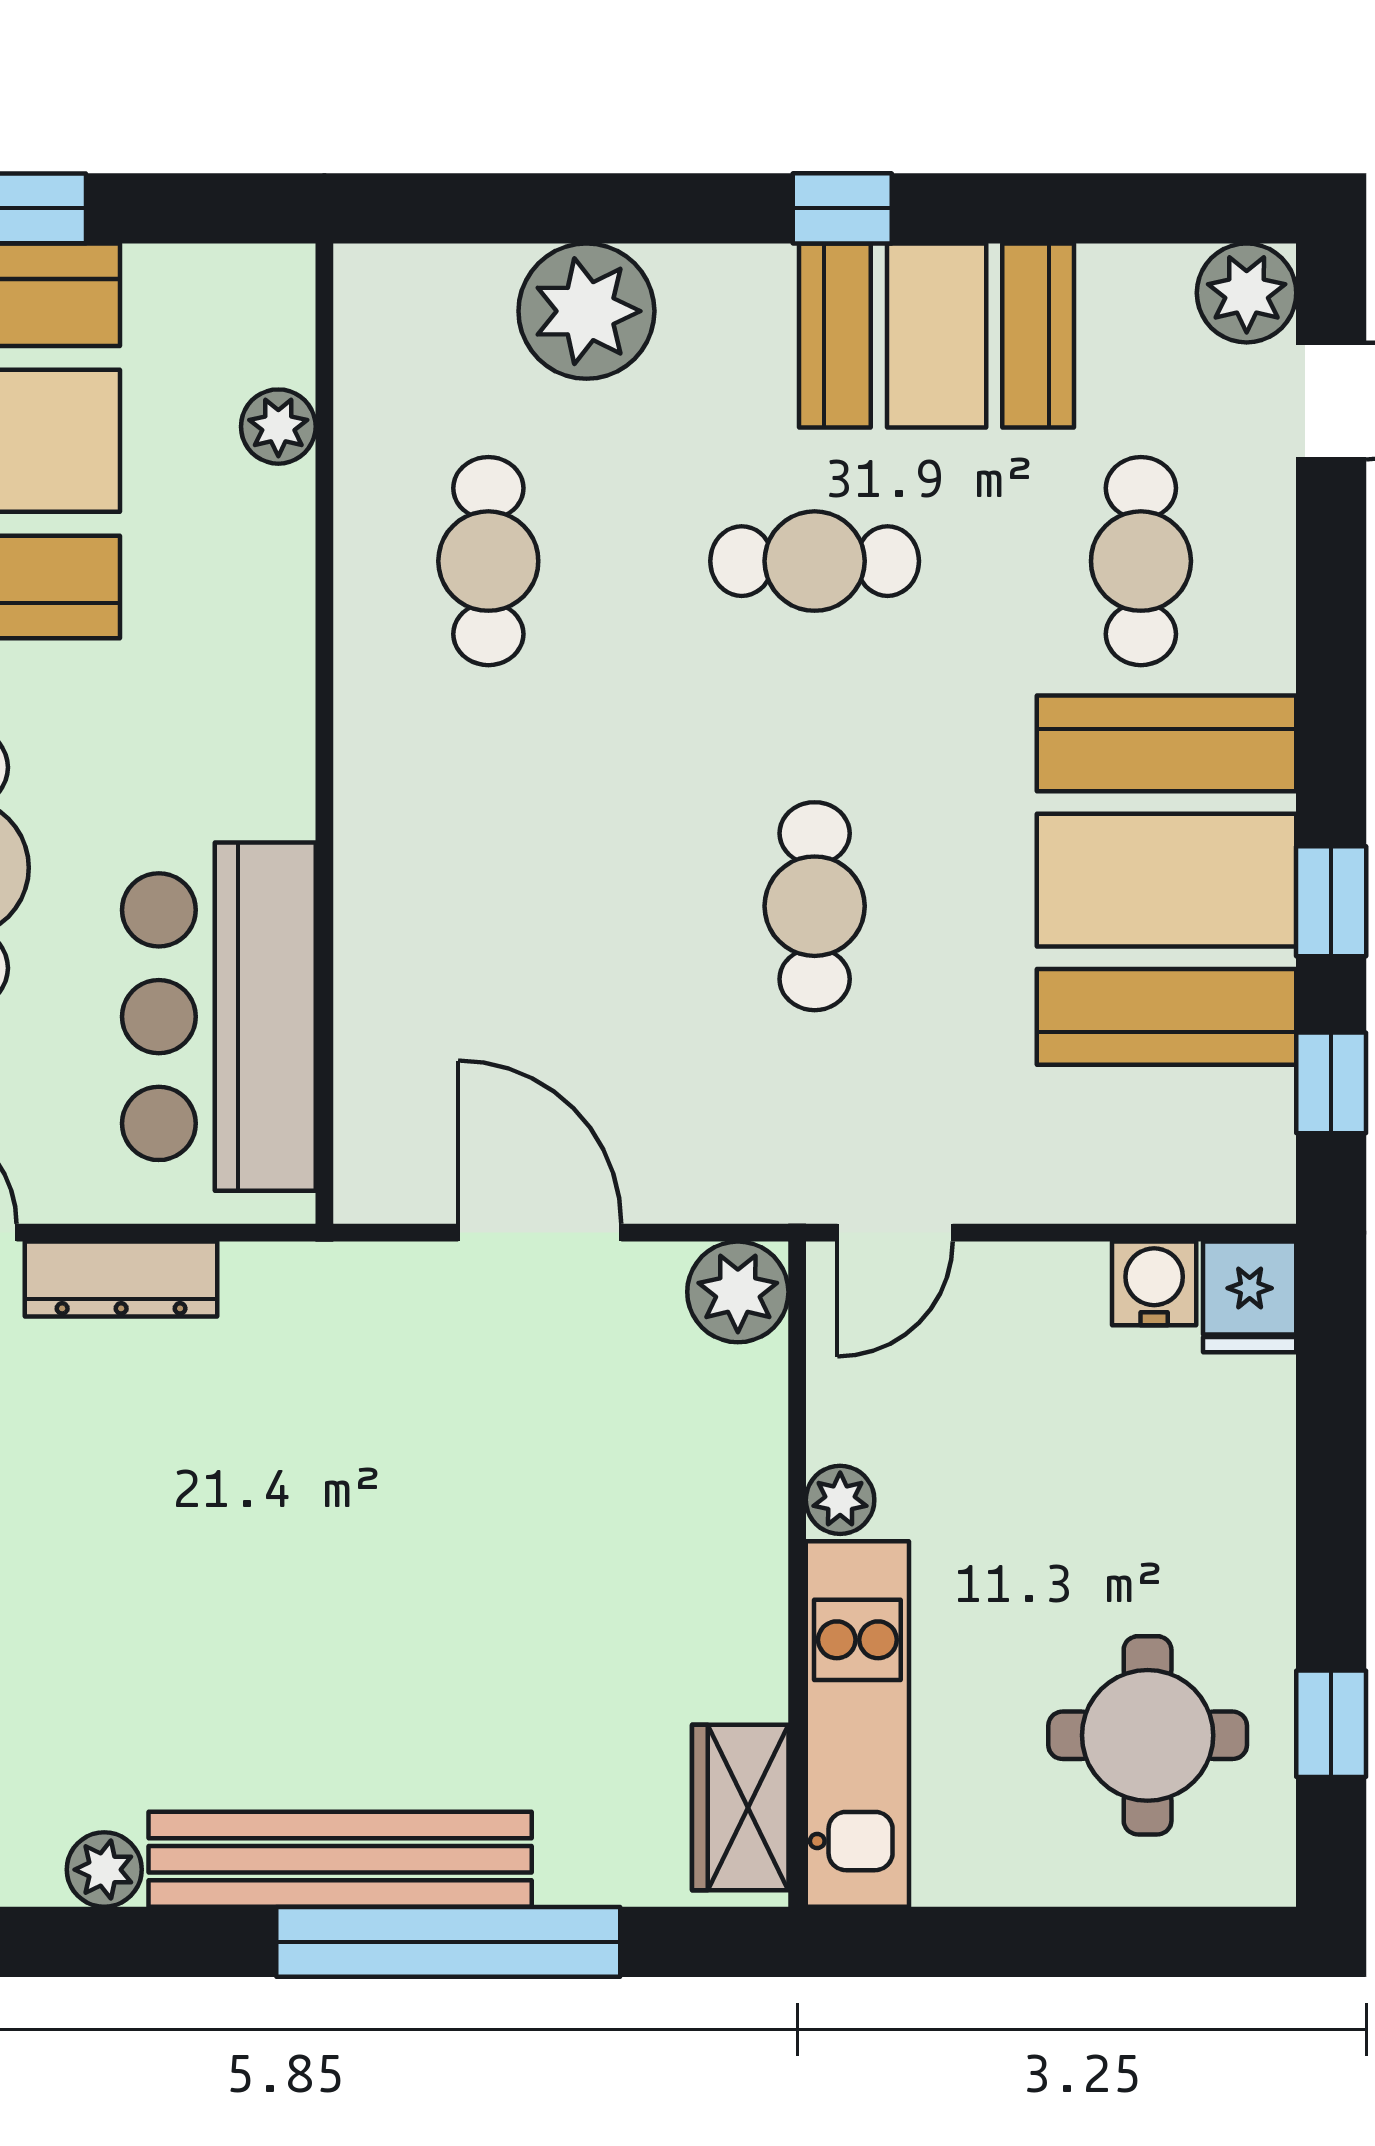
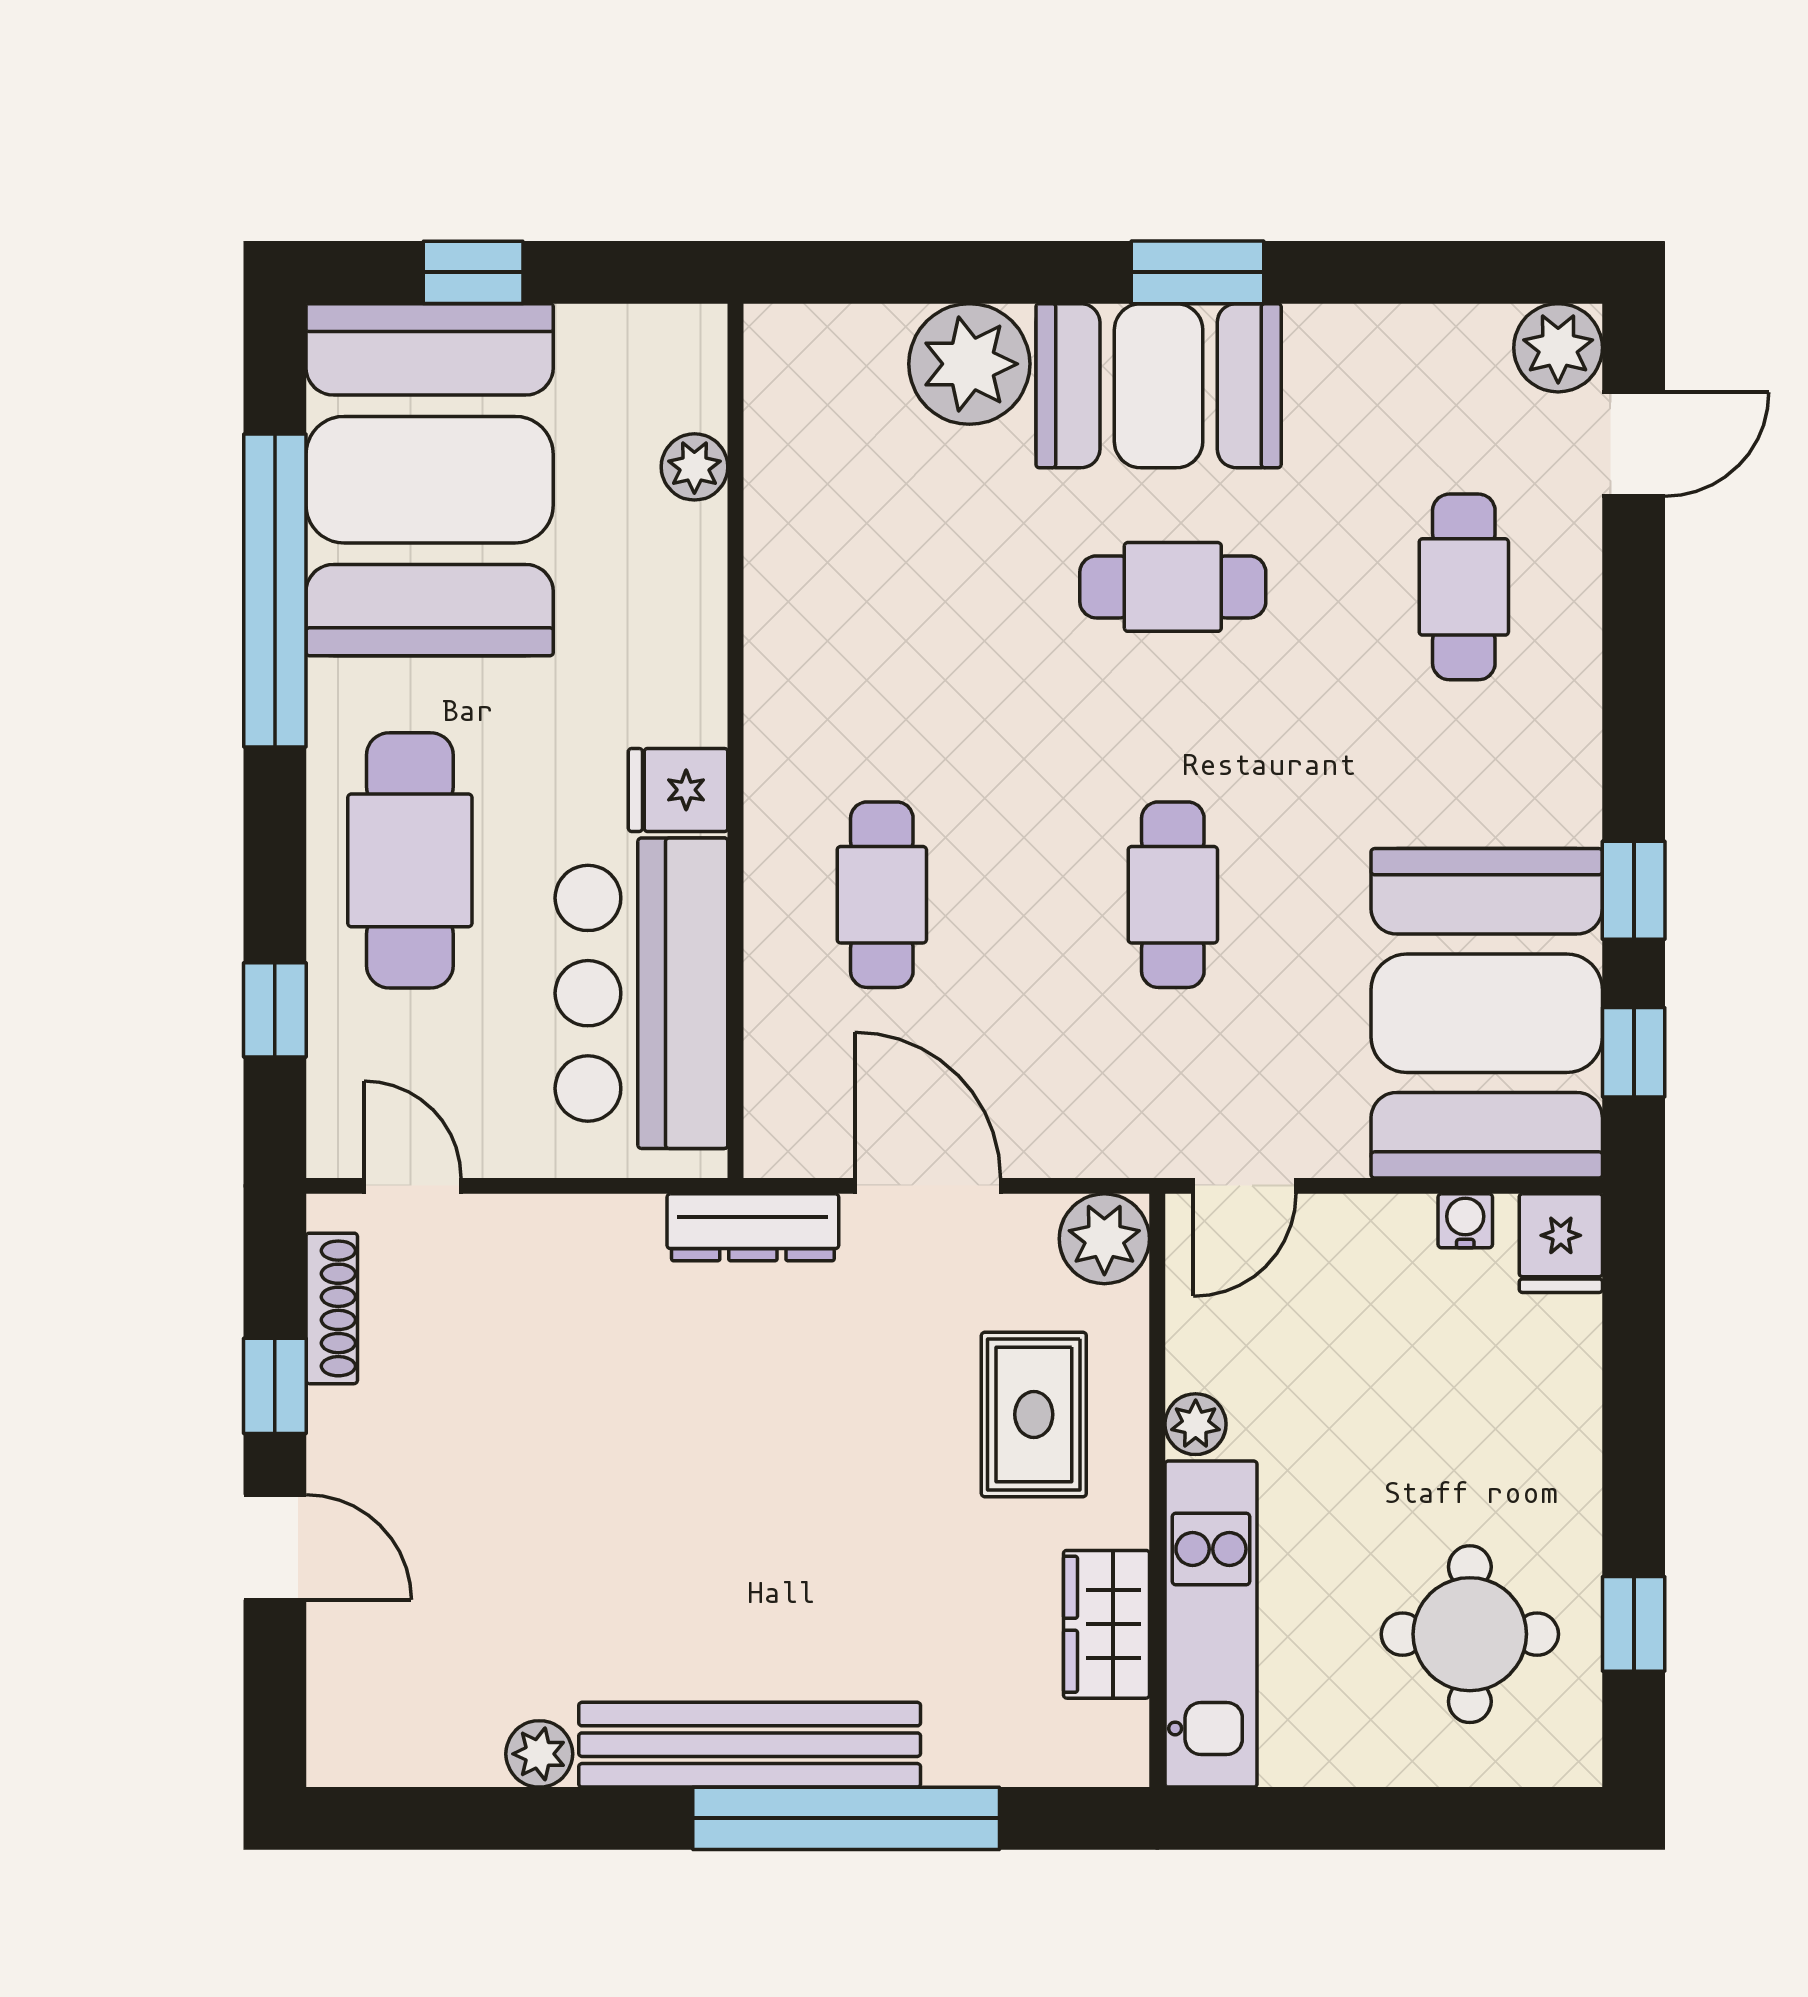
window: (842, 208) -> (1197, 272), width x1.50
booth: (937, 335) -> (1159, 386), moved
cafe table: (488, 561) -> (882, 895), moved
fridge: (260, 789) -> (678, 790), added
booth: (1167, 880) -> (1487, 1013), moved
dresser: (121, 1279) -> (753, 1227), moved
water cooler: (1154, 1283) -> (1465, 1221), width x0.72, depth x0.72
rug: (659, 1489) -> (1034, 1414), added
wardrobe: (740, 1807) -> (1106, 1624), moved

